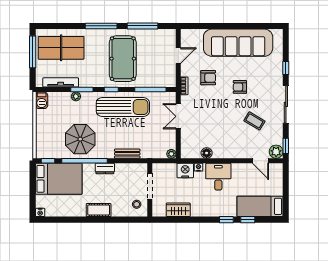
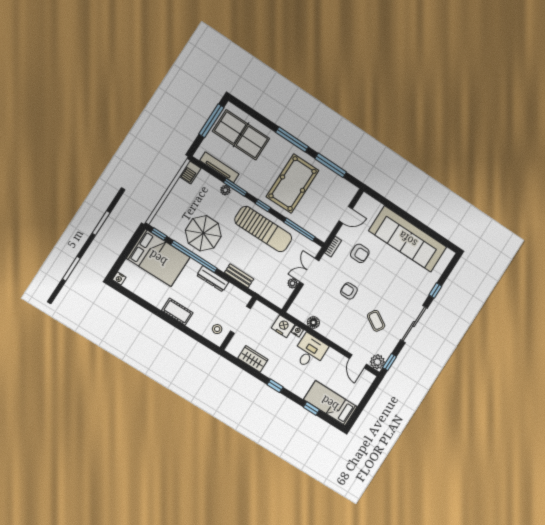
armchair: (240, 87) -> (349, 291), moved
plant: (171, 154) -> (293, 283), moved
dresser: (105, 169) -> (213, 279), width x1.44
window: (226, 220) -> (275, 386), moved

